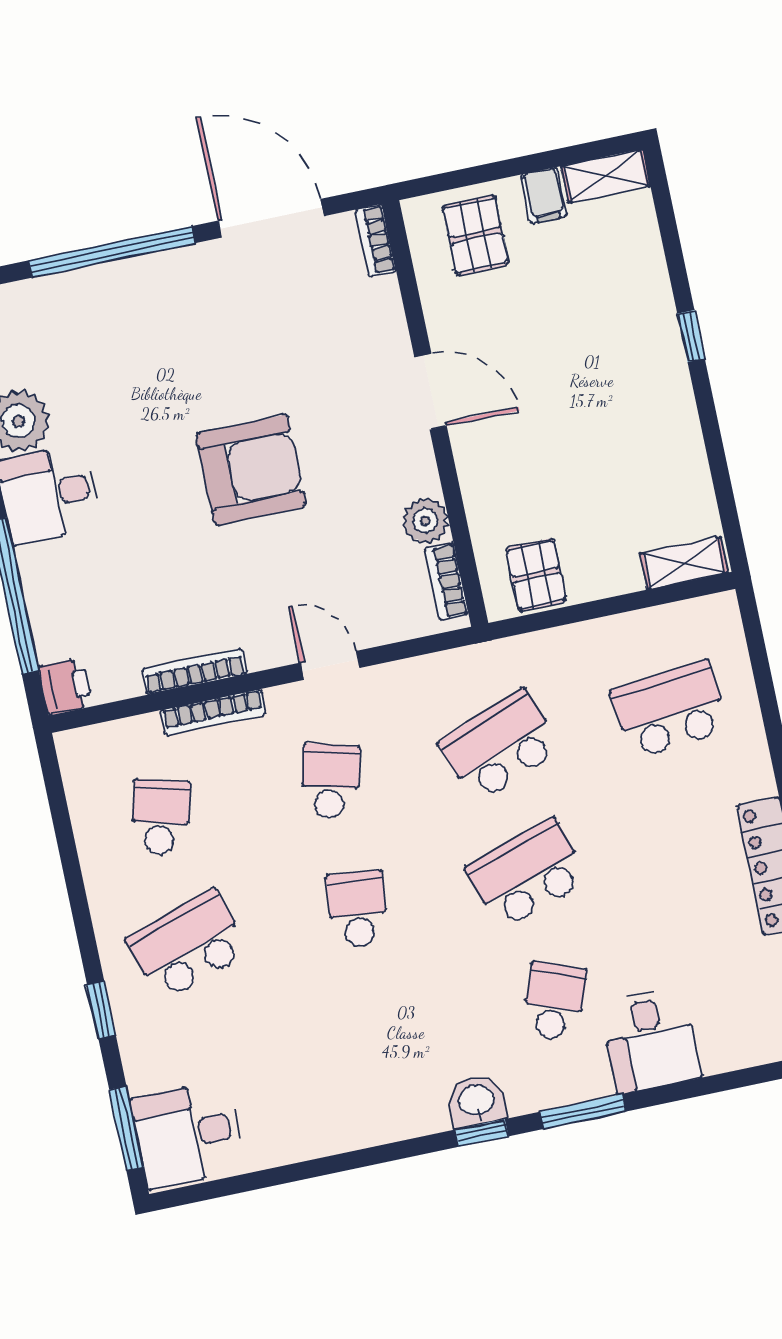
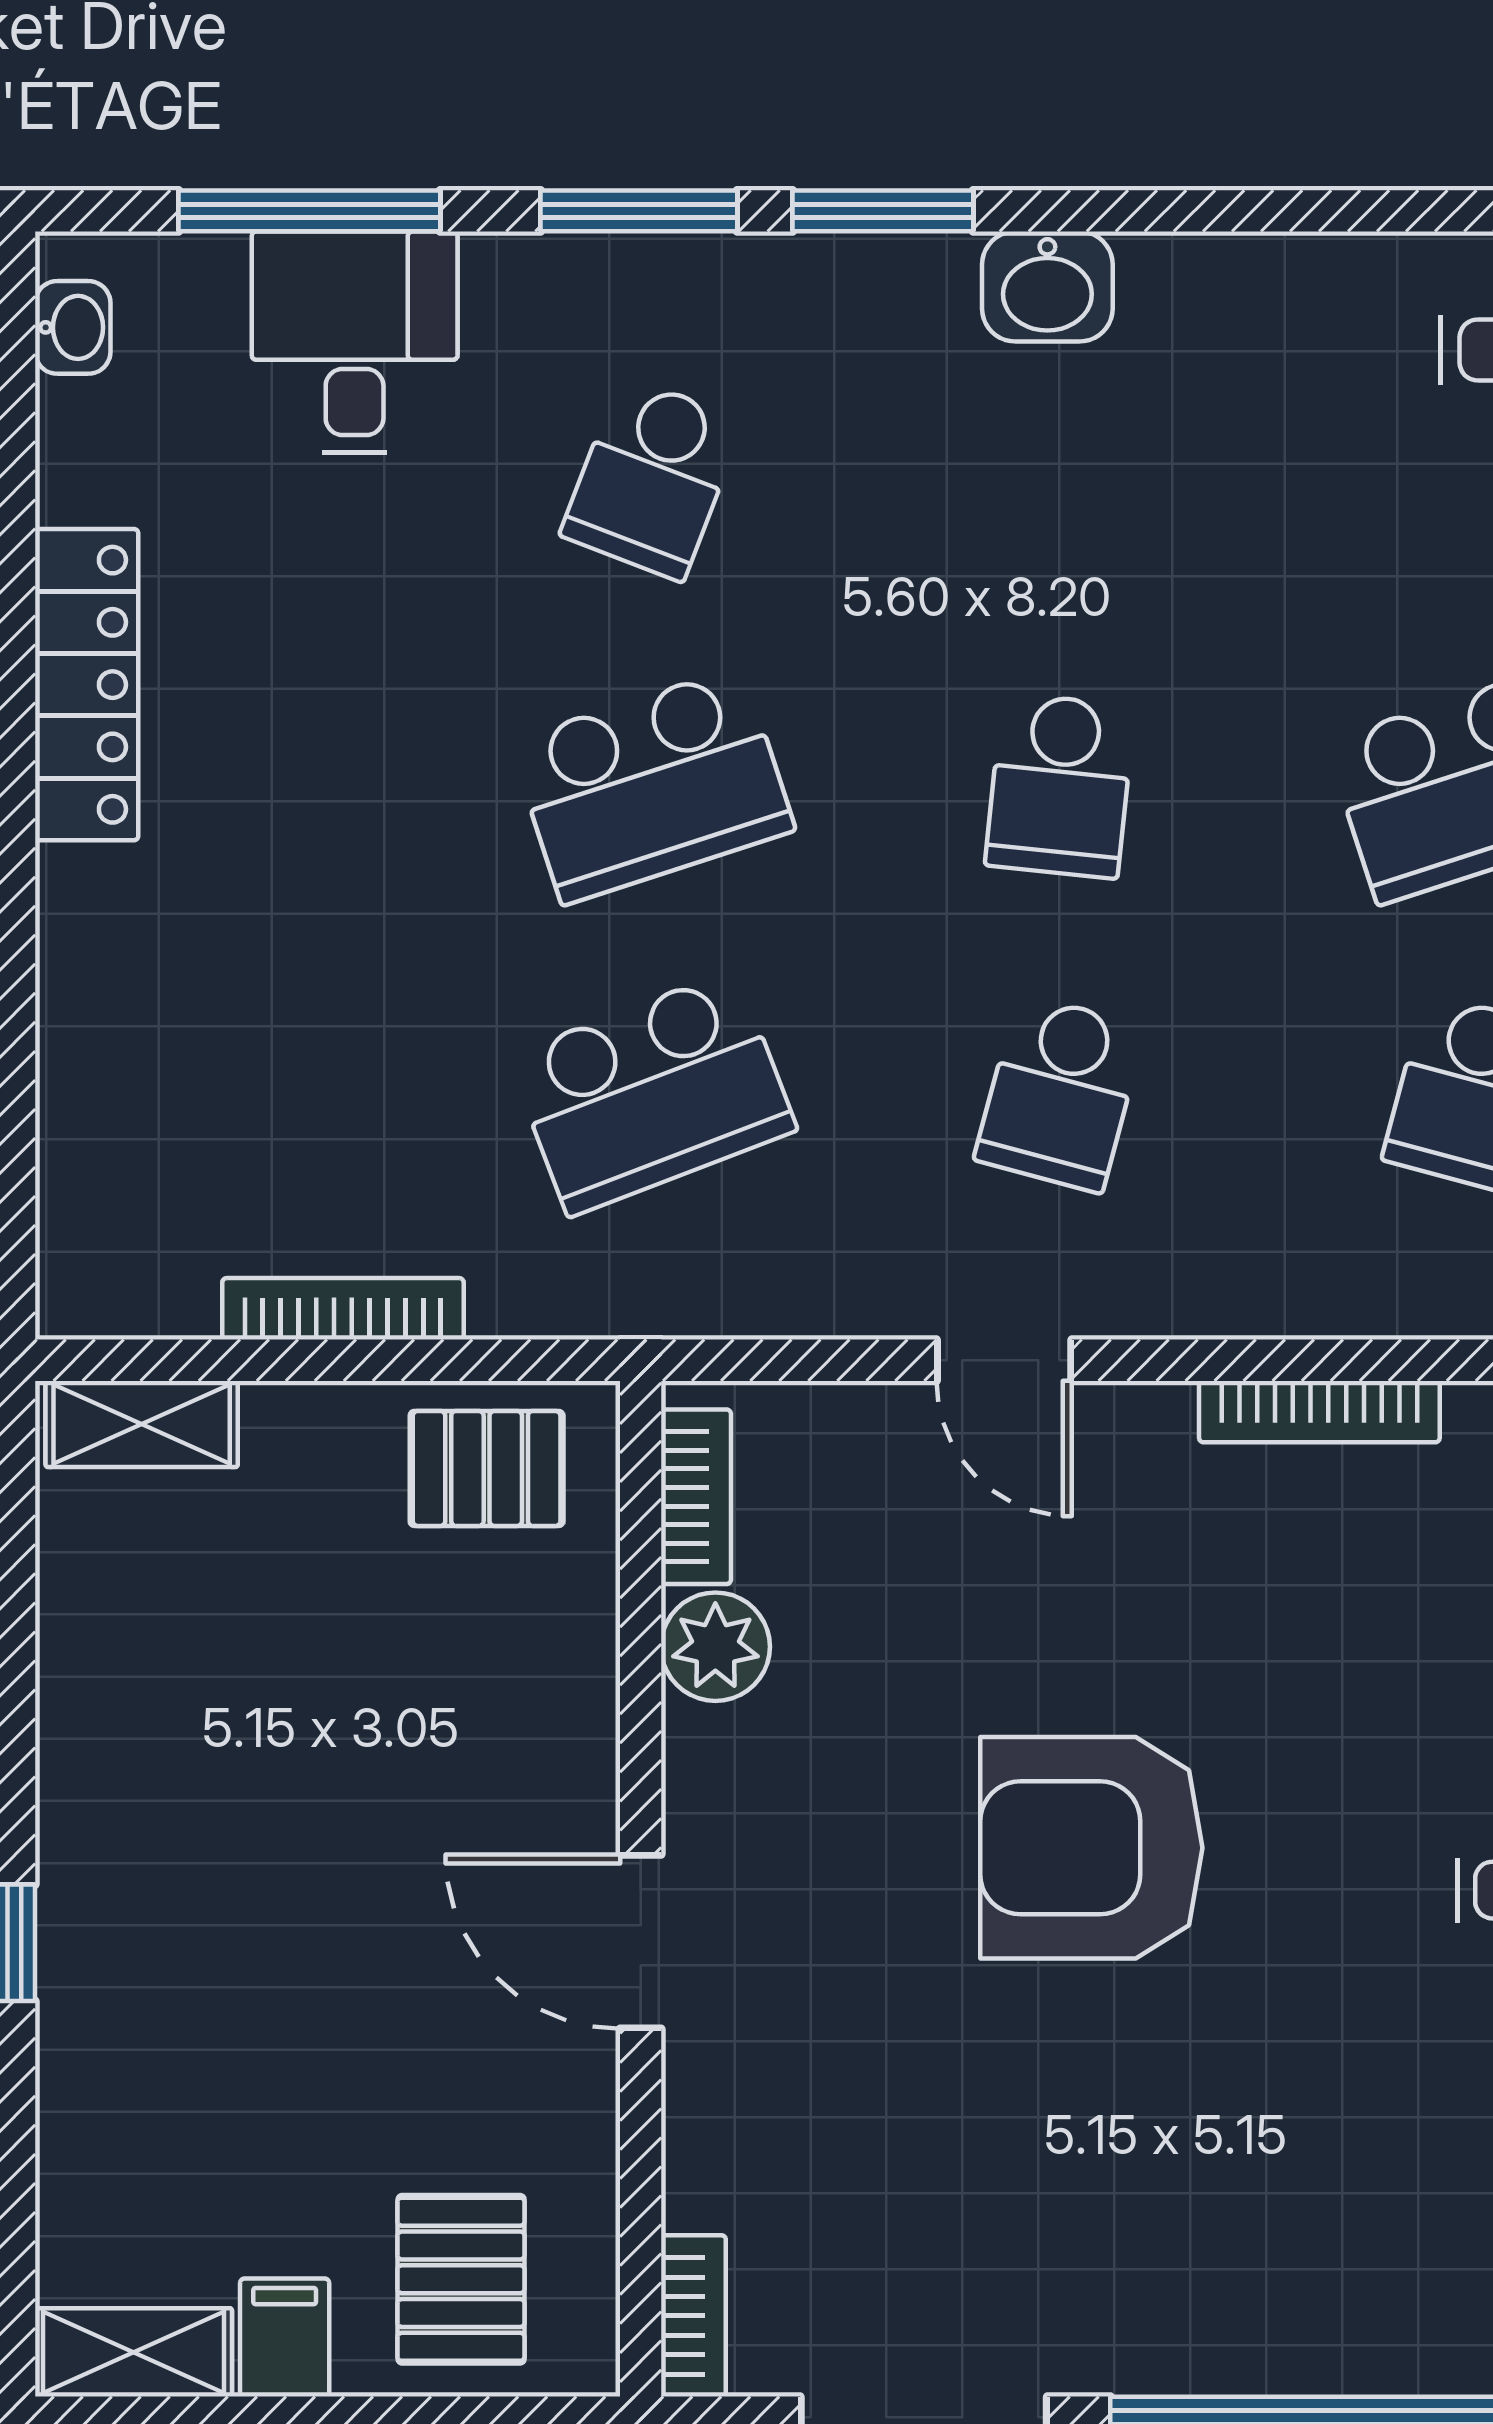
pallet: (536, 575) -> (487, 1468), turned 90
school desk: (670, 710) -> (244, 1093), removed
bookcase: (213, 712) -> (343, 1309), moved
desk: (650, 1040) -> (355, 342), moved
window: (720, 1083) -> (309, 211), added
washbasin: (476, 1101) -> (1047, 287), moved
window: (481, 1133) -> (883, 211), width x1.50

